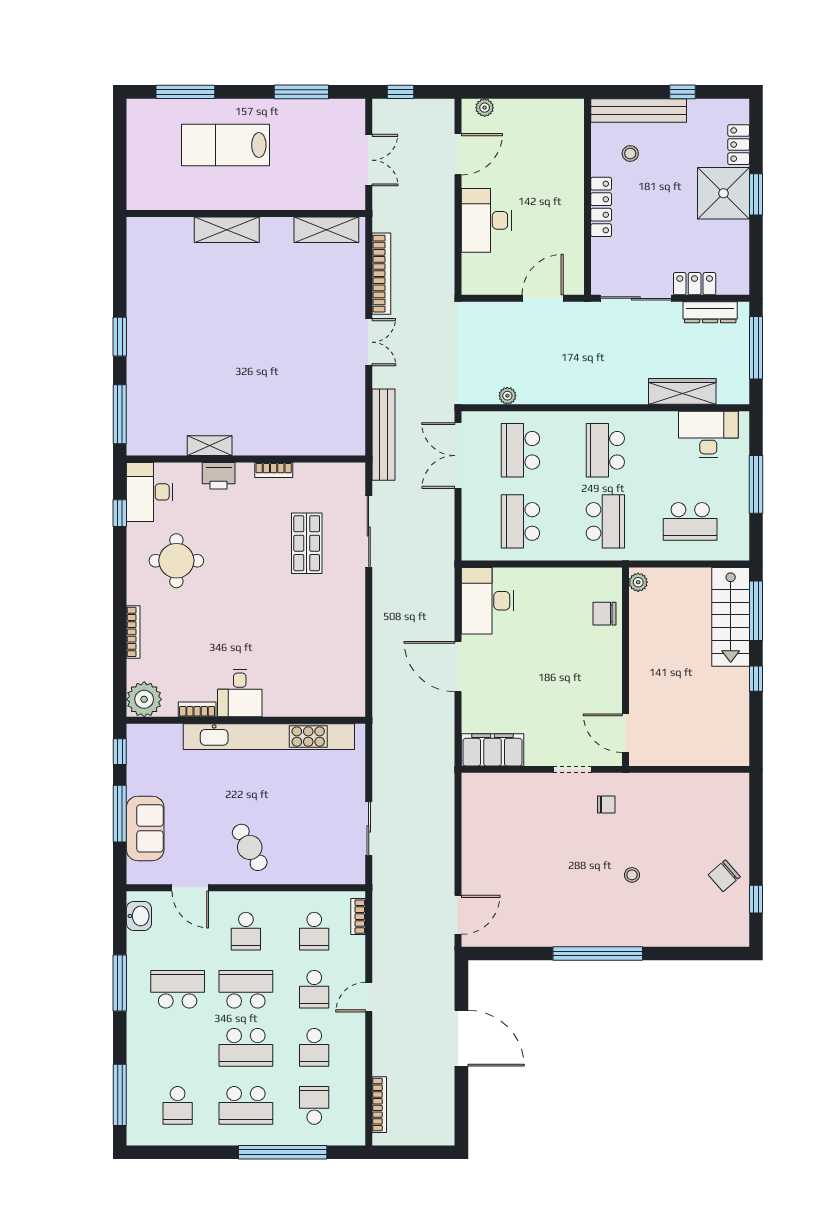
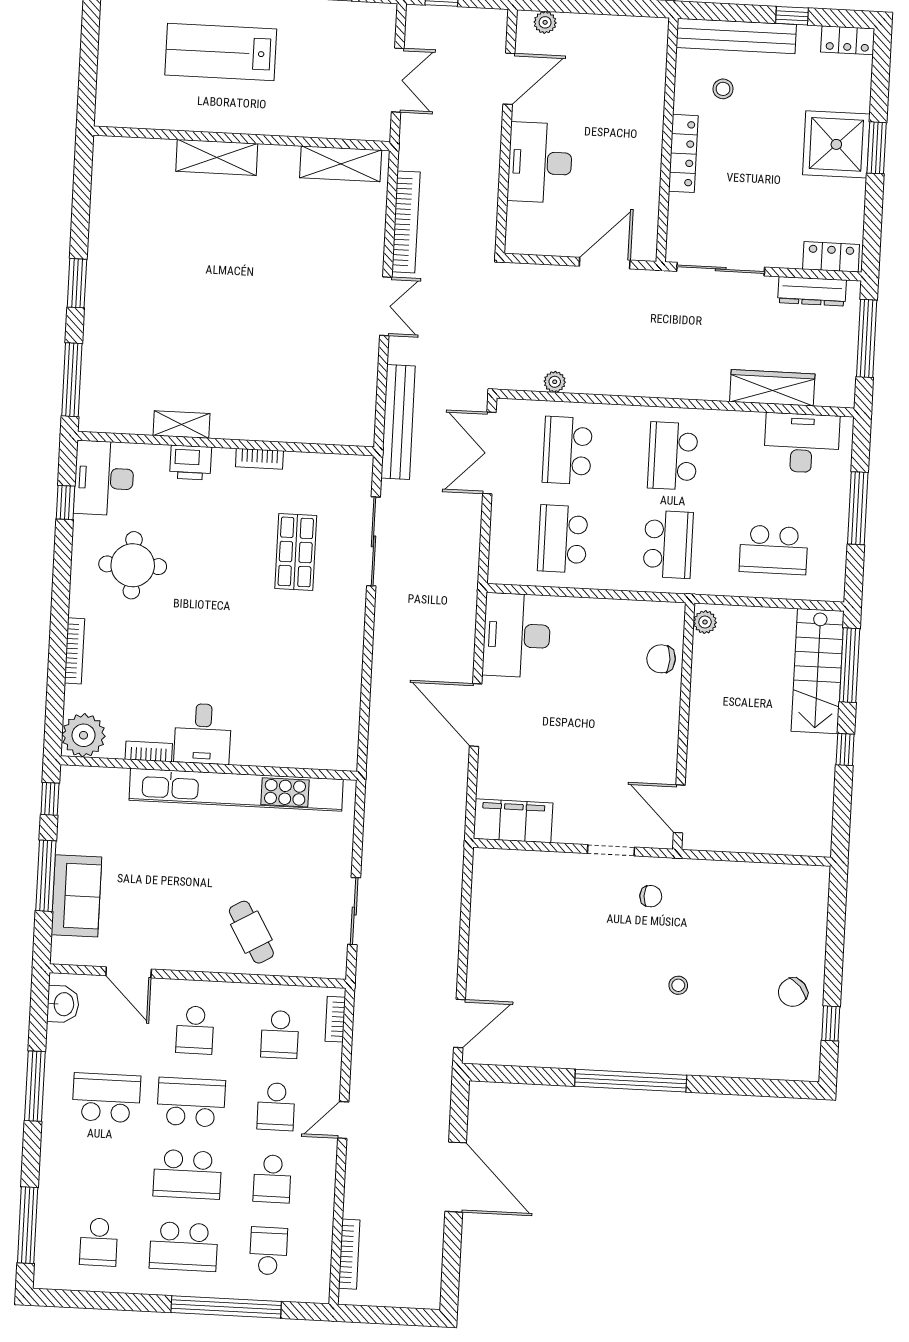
locker: (739, 145) -> (848, 40), moved, turned -90
locker: (695, 284) -> (831, 257), moved
cafe table: (250, 847) -> (251, 932), moved

